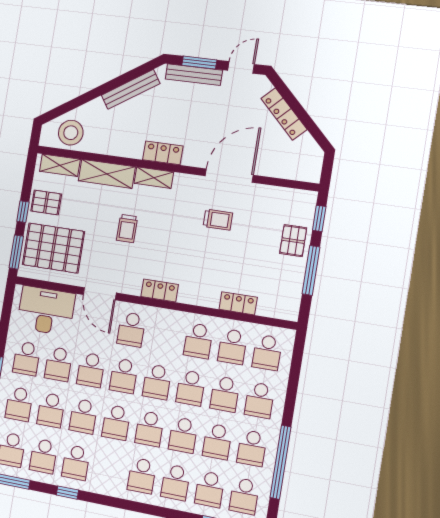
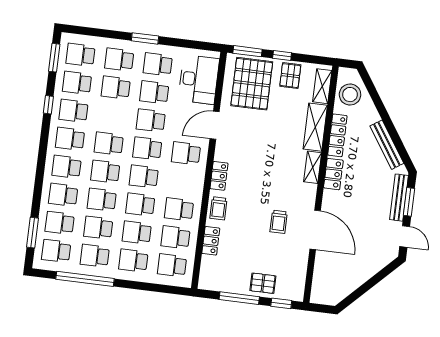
locker: (284, 114) -> (337, 135), moved, turned 135
trolley: (127, 229) -> (218, 208), moved, turned -90
school desk: (83, 416) -> (70, 139), moved

